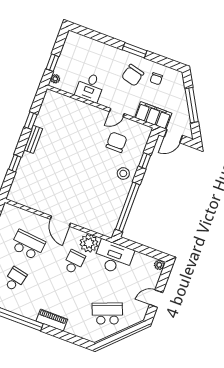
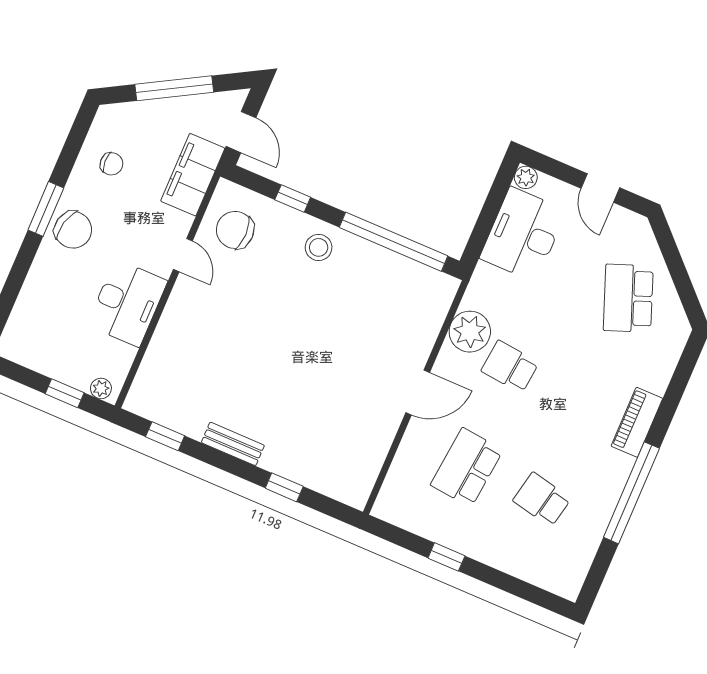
chair: (133, 75) -> (73, 230), moved
desk: (90, 87) -> (127, 303), width x1.37
window: (31, 121) -> (165, 436), moved
chair: (116, 142) -> (235, 230), moved
desk: (114, 257) -> (523, 234), moved

